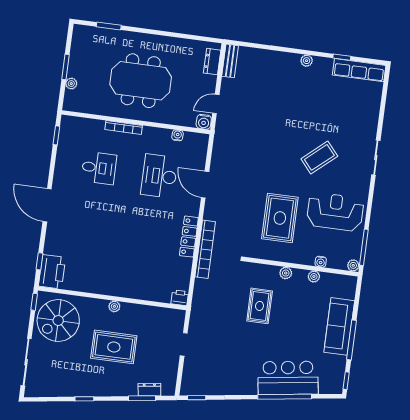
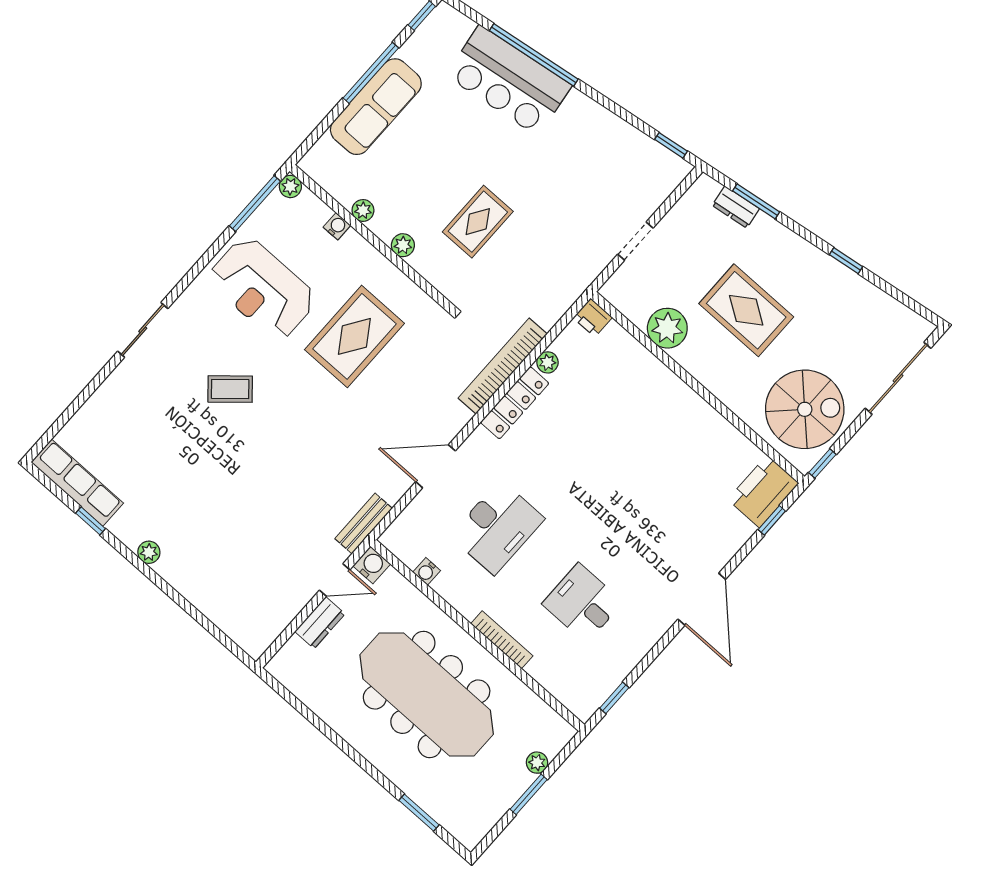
bench: (230, 61) -> (364, 524), moved
dresser: (212, 62) -> (320, 623), moved
meeting table: (141, 81) -> (427, 694), width x1.36
coffee table: (319, 157) -> (230, 389), width x0.73, depth x0.77
door: (205, 185) -> (435, 466), swing flipped
plant: (186, 264) -> (547, 362), added
plant: (114, 306) -> (667, 328), moved, width x1.88, depth x1.88

